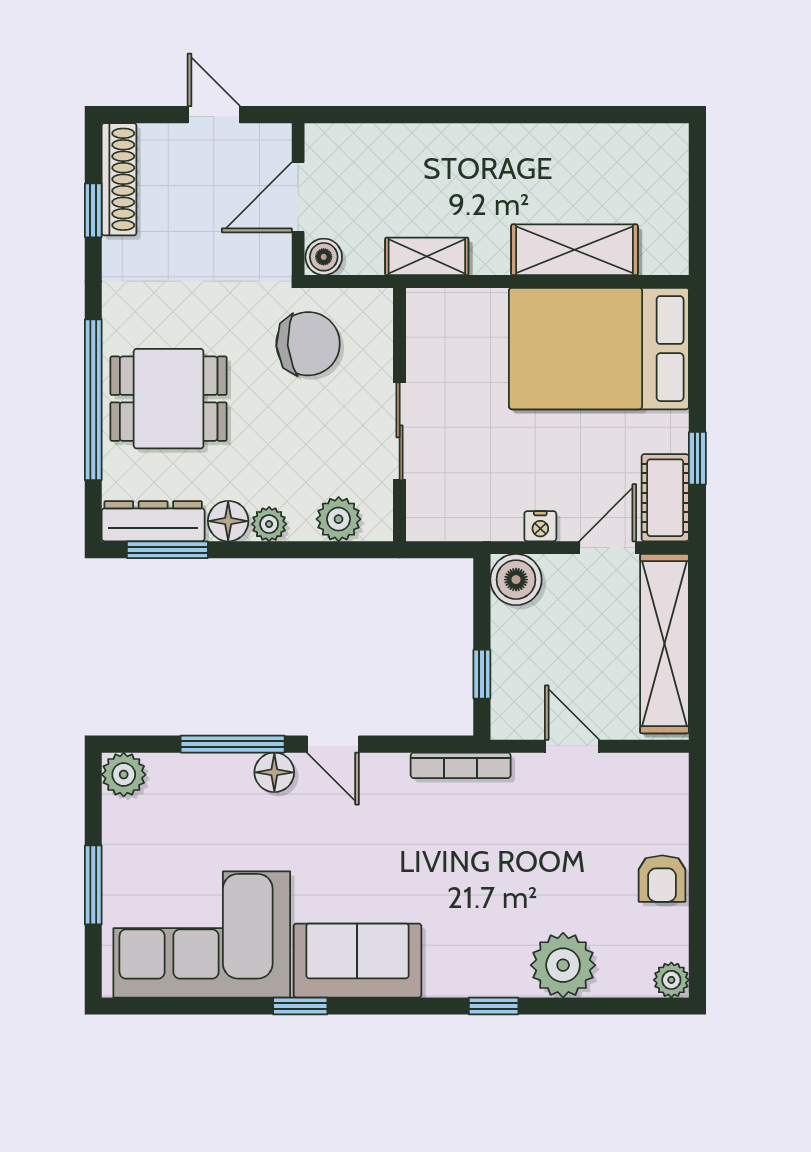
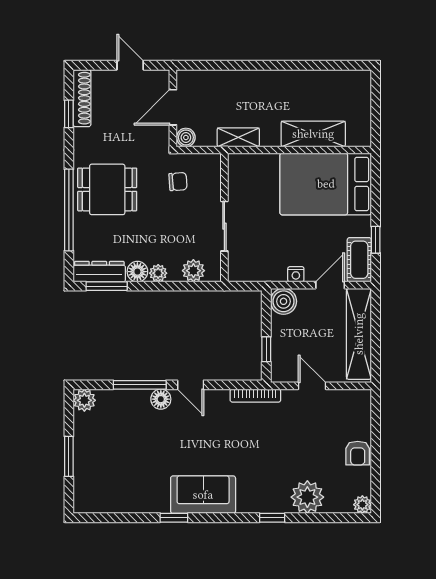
chair: (308, 344) -> (178, 182), width x0.54, depth x0.54
dining table: (169, 399) -> (107, 189), moved
corner sofa: (202, 934) -> (124, 481), removed

